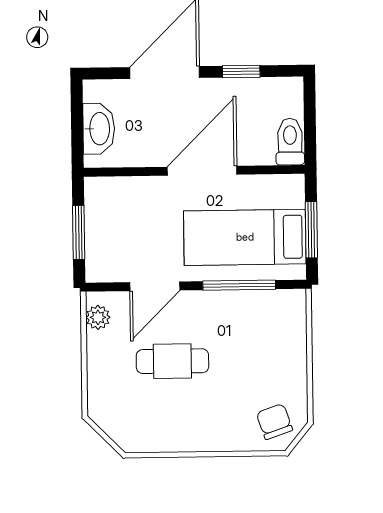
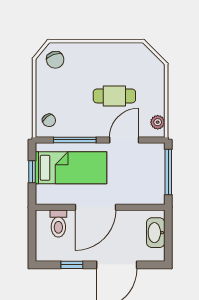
toilet: (290, 142) -> (58, 223), moved
window: (311, 230) -> (32, 172), width x0.67
window: (79, 233) -> (168, 172), width x1.44
chair: (284, 318) -> (49, 120), added

